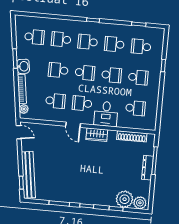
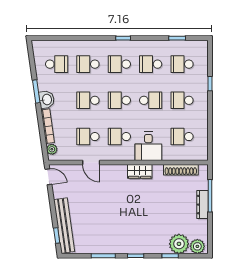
school desk: (85, 73) -> (119, 100), turned 180
school desk: (138, 77) -> (182, 100), turned 180
school desk: (55, 101) -> (88, 137), turned 180
school desk: (135, 108) -> (182, 137), turned 180
door: (73, 125) -> (91, 162), moved

